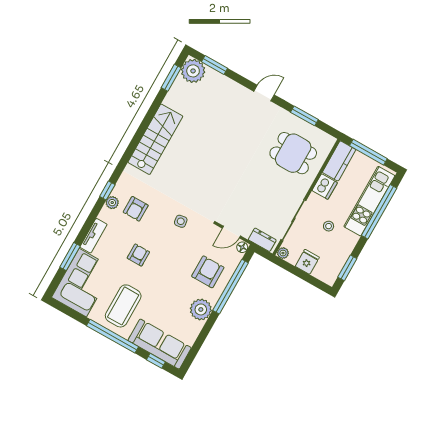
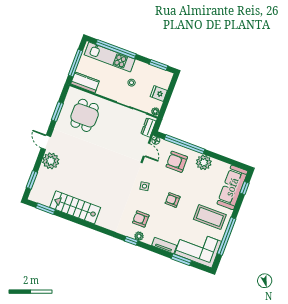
plant: (193, 71) -> (51, 161), moved
stairs: (155, 139) -> (75, 207), moved
dishwasher: (325, 187) -> (104, 90), removed
armchair: (136, 209) -> (141, 219), turned 180
armchair: (138, 255) -> (173, 200), moved
window: (112, 336) -> (226, 236), moved

